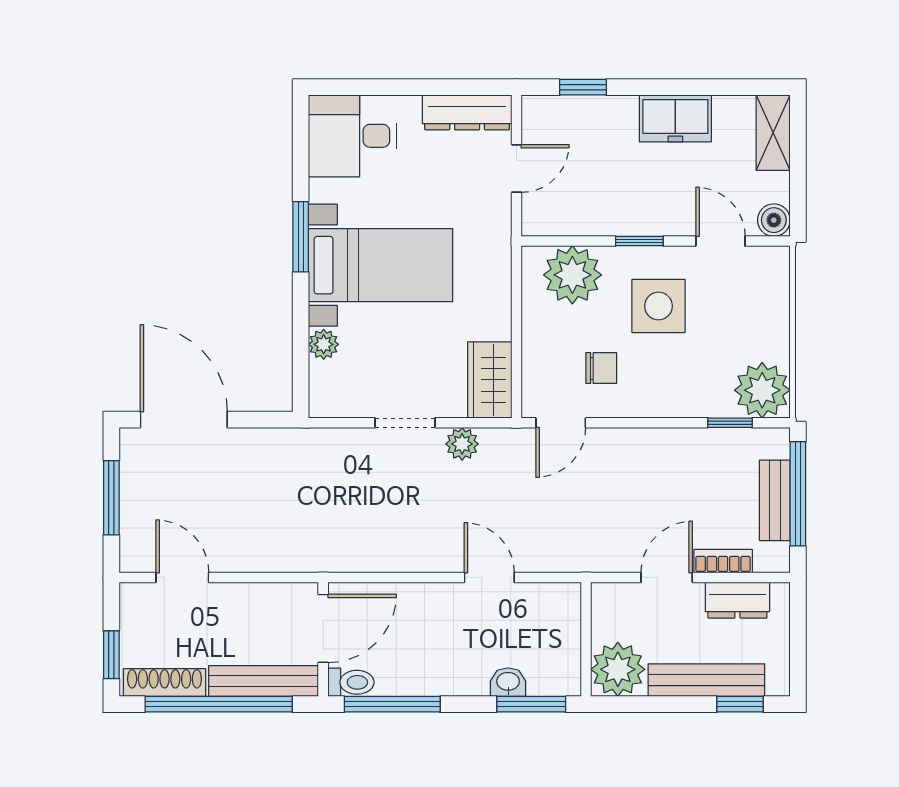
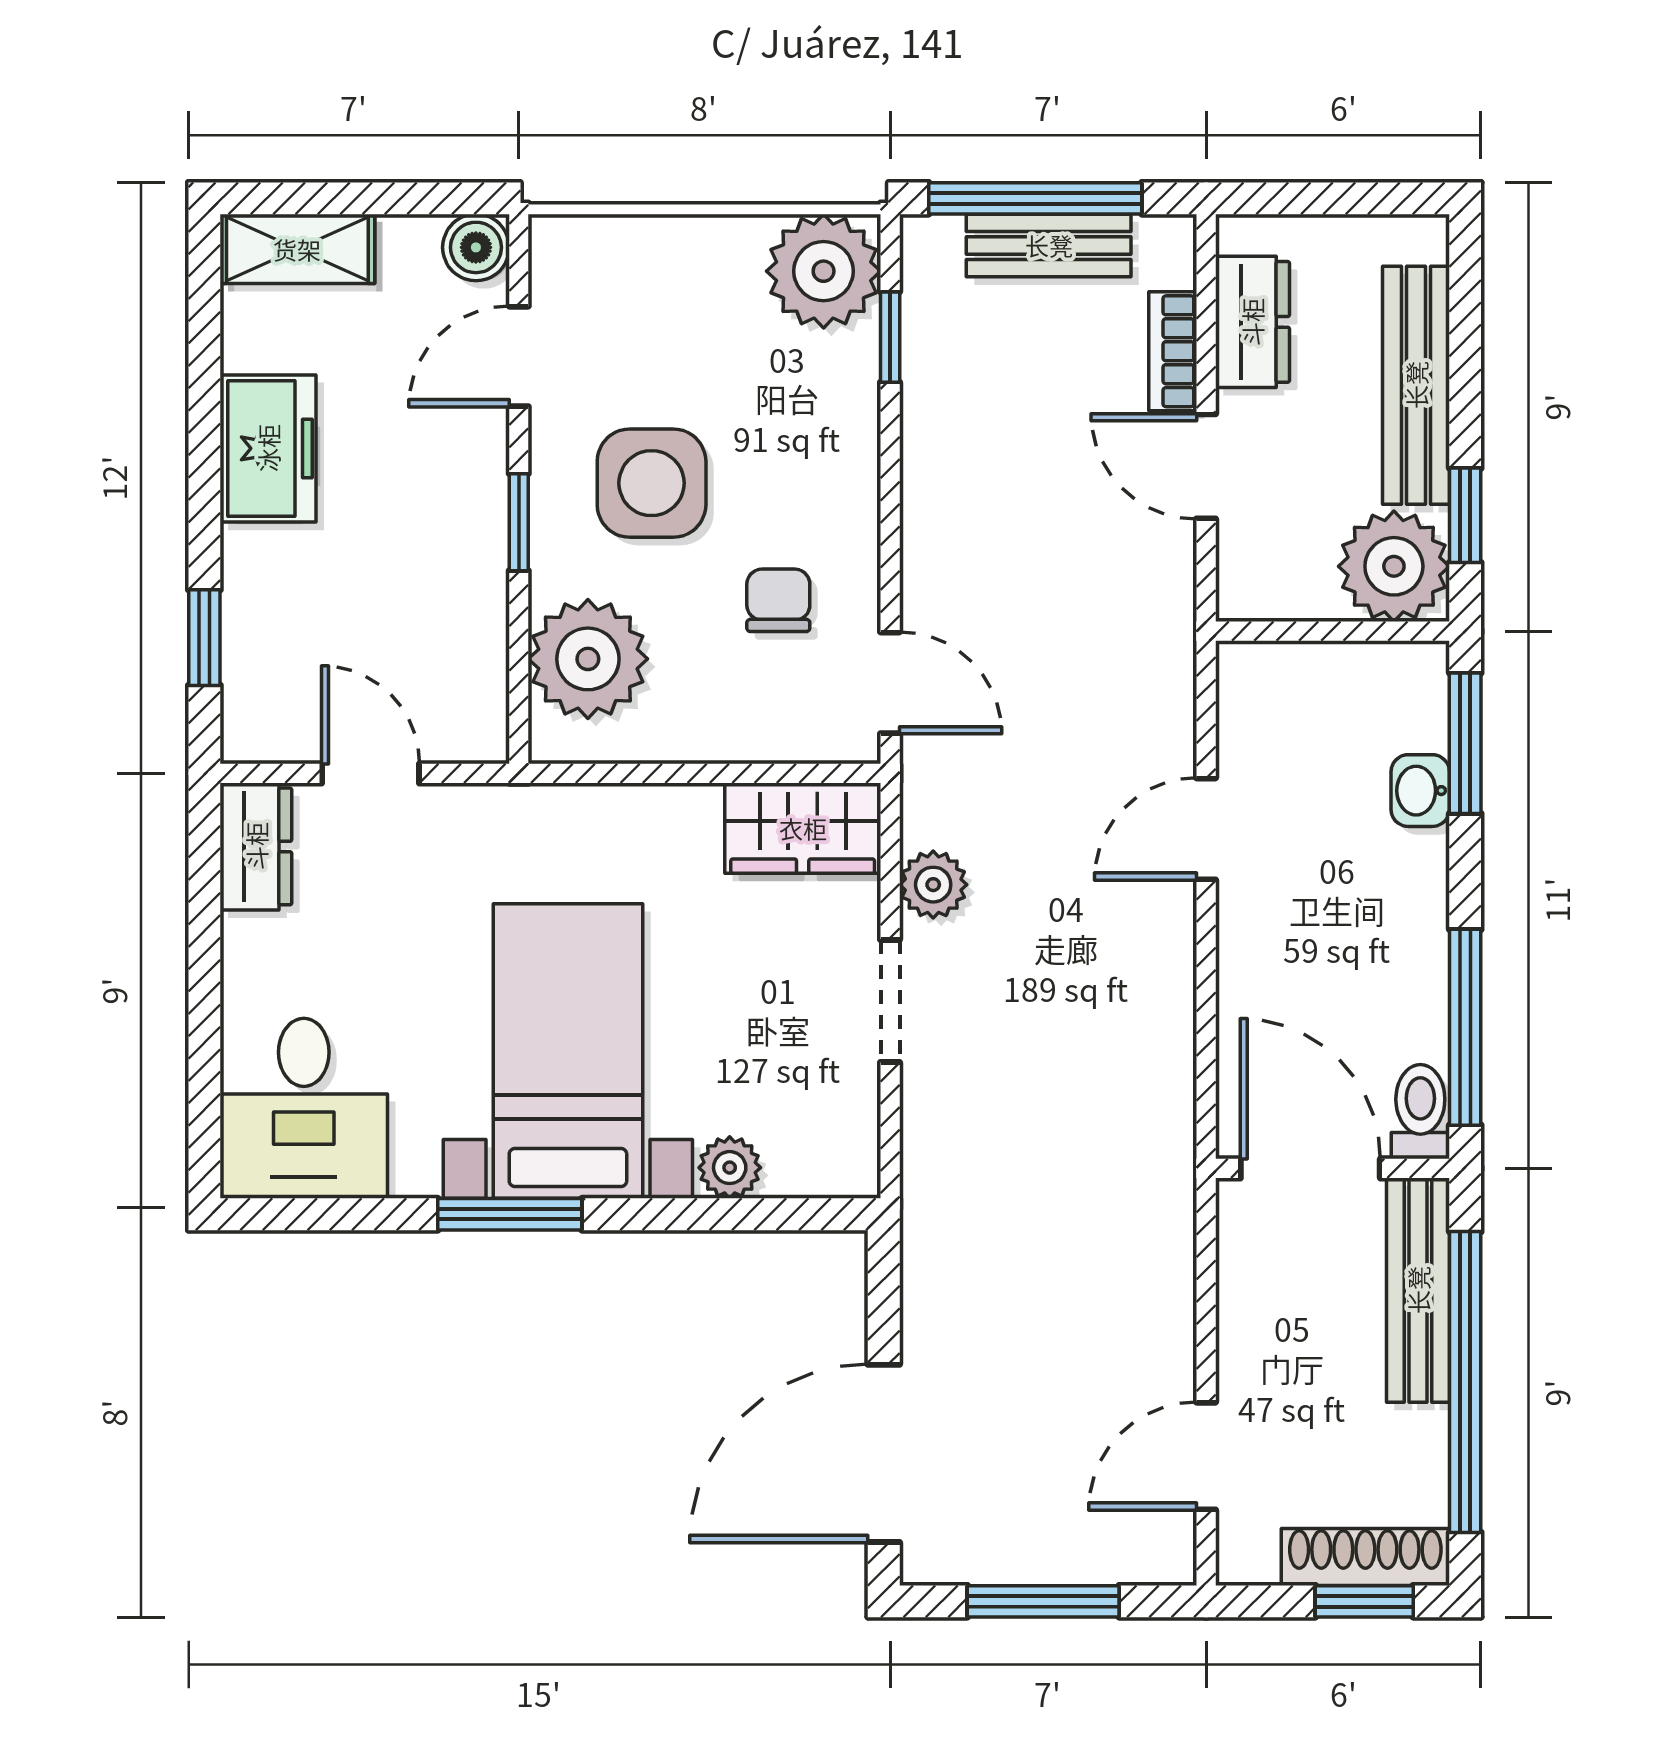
dresser: (467, 112) -> (256, 846), width x0.70
shoe rack: (164, 682) -> (1365, 1557), moved, turned 90
window: (740, 704) -> (1465, 515), moved

